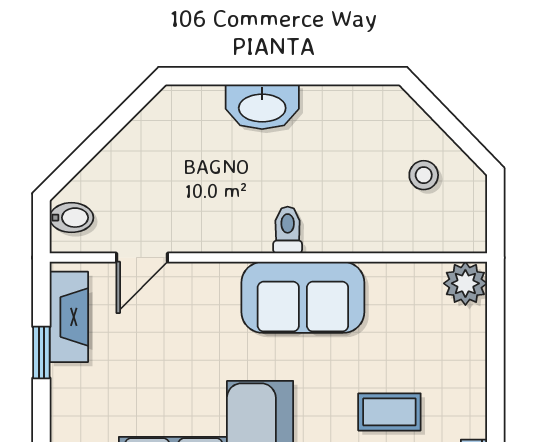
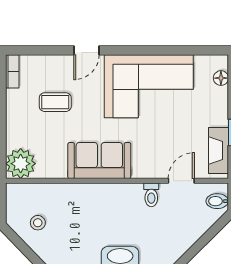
toilet: (288, 230) -> (151, 195), moved
plant: (465, 283) -> (21, 164), width x1.36, depth x1.36

